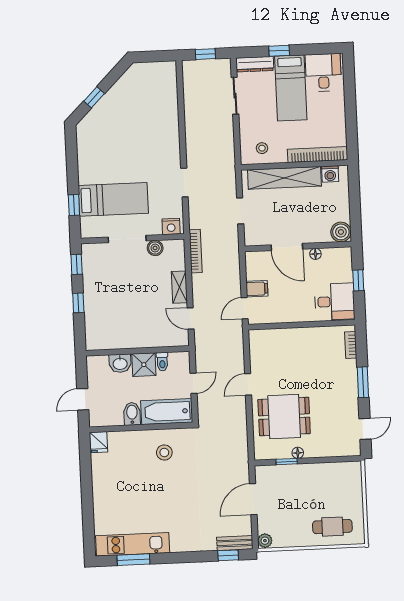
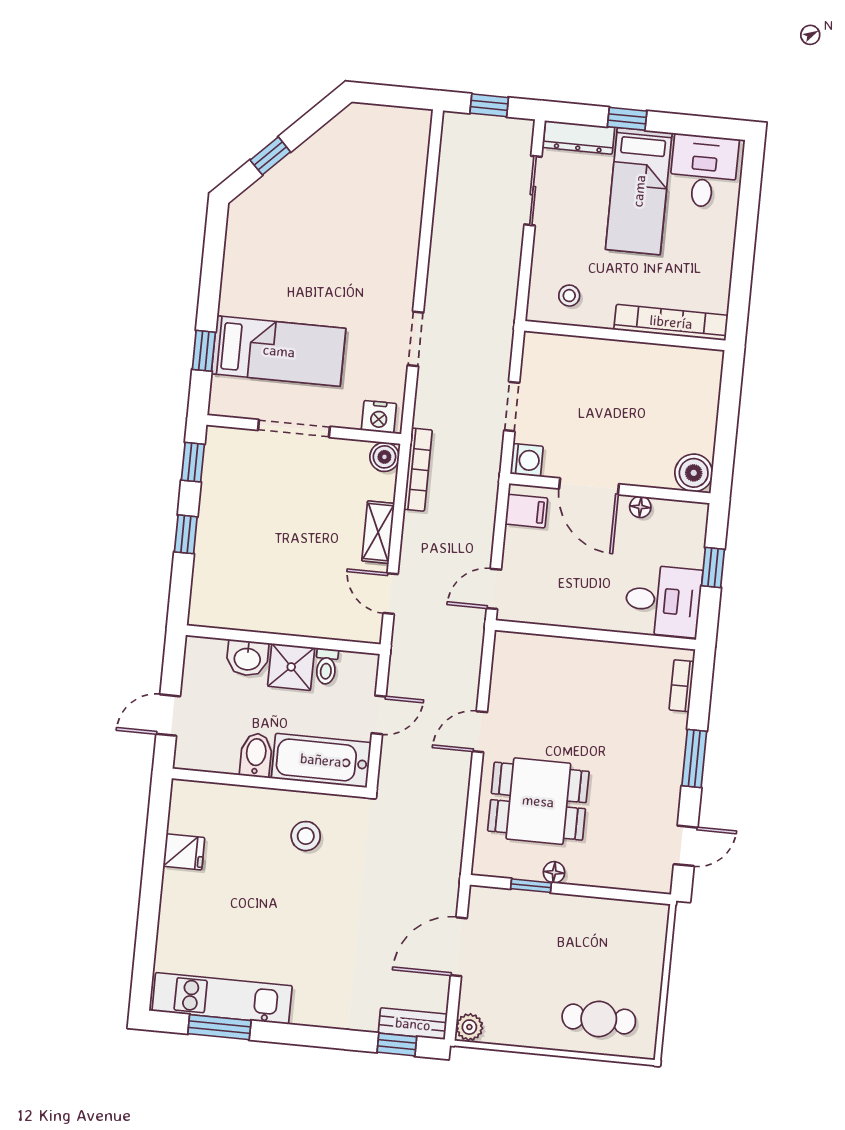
washing machine: (330, 174) -> (527, 460), moved, turned -90
shelving: (284, 178) -> (603, 357), removed
boiler: (155, 248) -> (384, 457), moved
filing cabinet: (257, 289) -> (526, 511), moved
fridge: (98, 442) -> (184, 852), moved, turned -90

